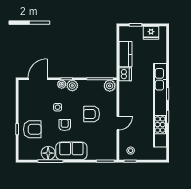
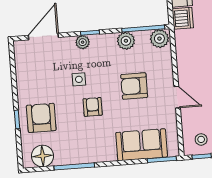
plant: (72, 85) -> (126, 41), moved
door: (118, 123) -> (177, 97), hinge flipped
armchair: (32, 129) -> (41, 118), turned -90
sofa: (71, 151) -> (142, 145), moved
floor lamp: (48, 153) -> (43, 156), moved

